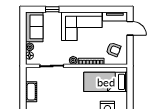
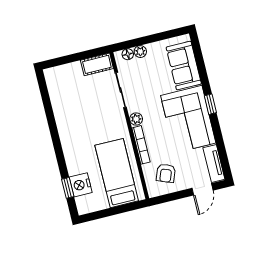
window: (52, 9) -> (210, 104), moved
sofa: (34, 27) -> (184, 66), moved, turned 90
cot: (31, 92) -> (97, 64), moved

